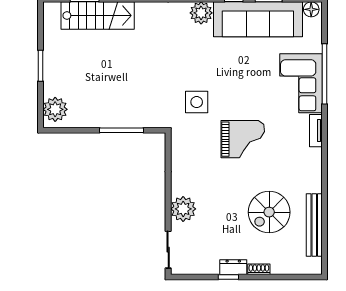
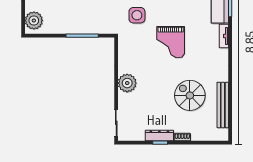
grand piano: (243, 139) -> (171, 42), turned 90
plant: (183, 209) -> (127, 83), moved
spiral stairs: (269, 212) -> (190, 95), turned 90
dresser: (233, 267) -> (159, 136), width x1.44

